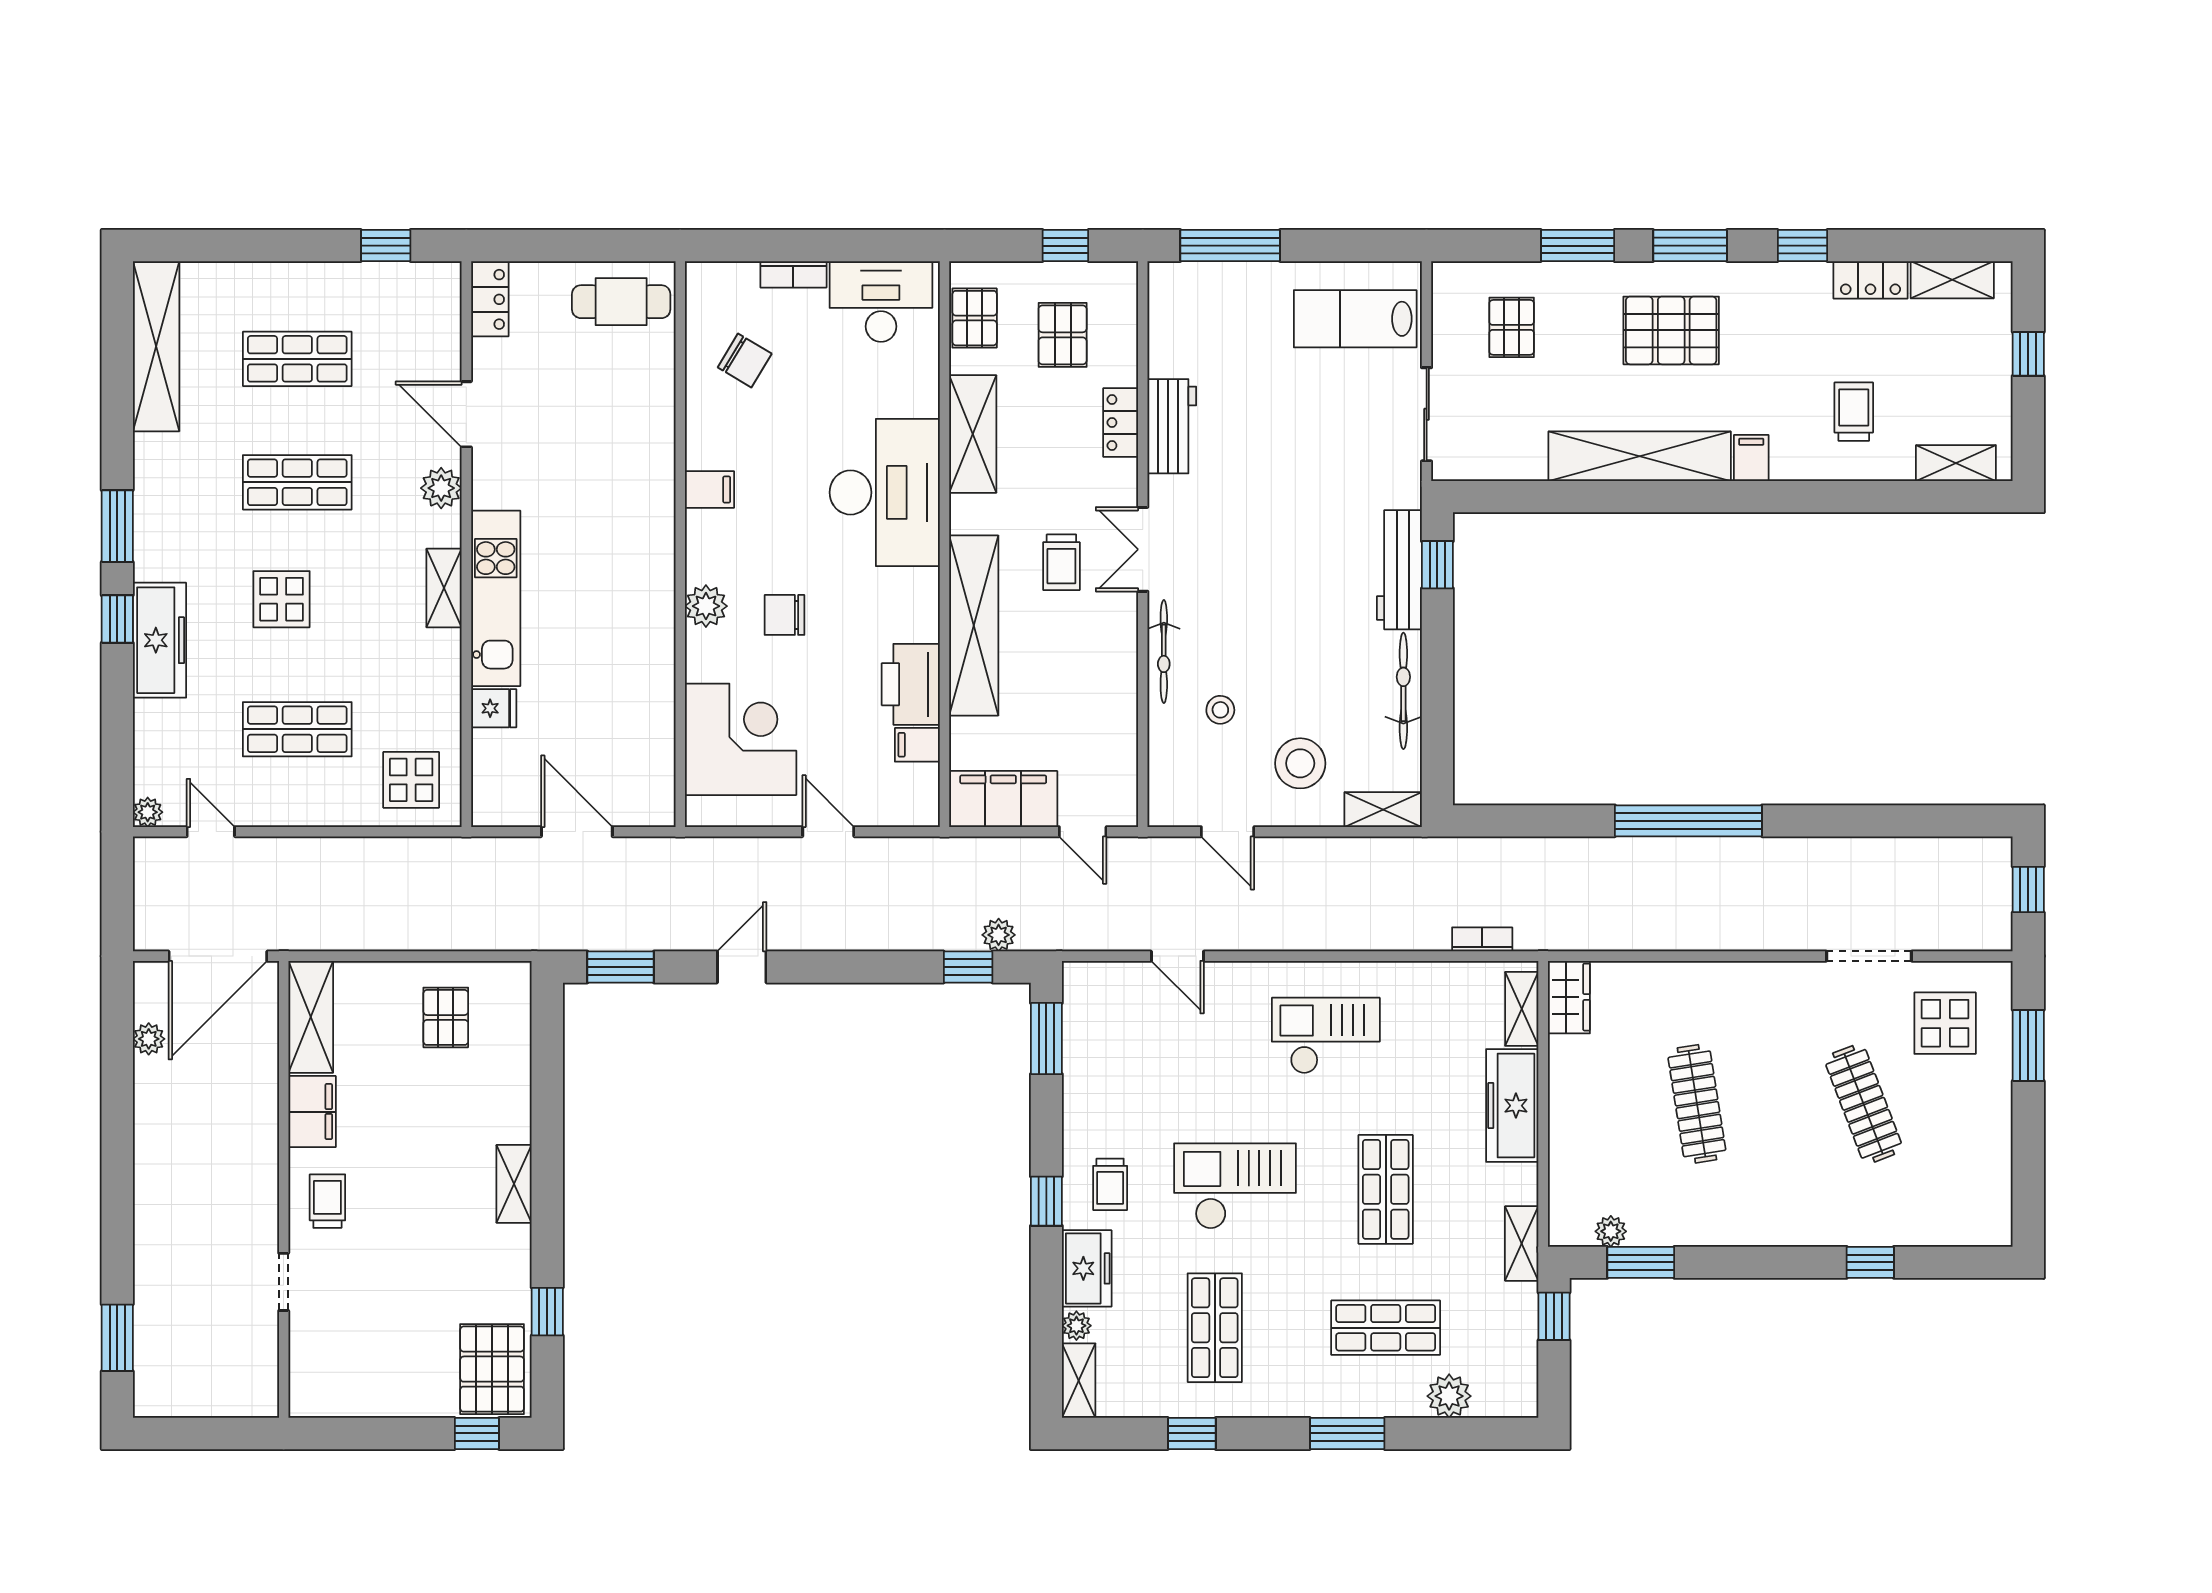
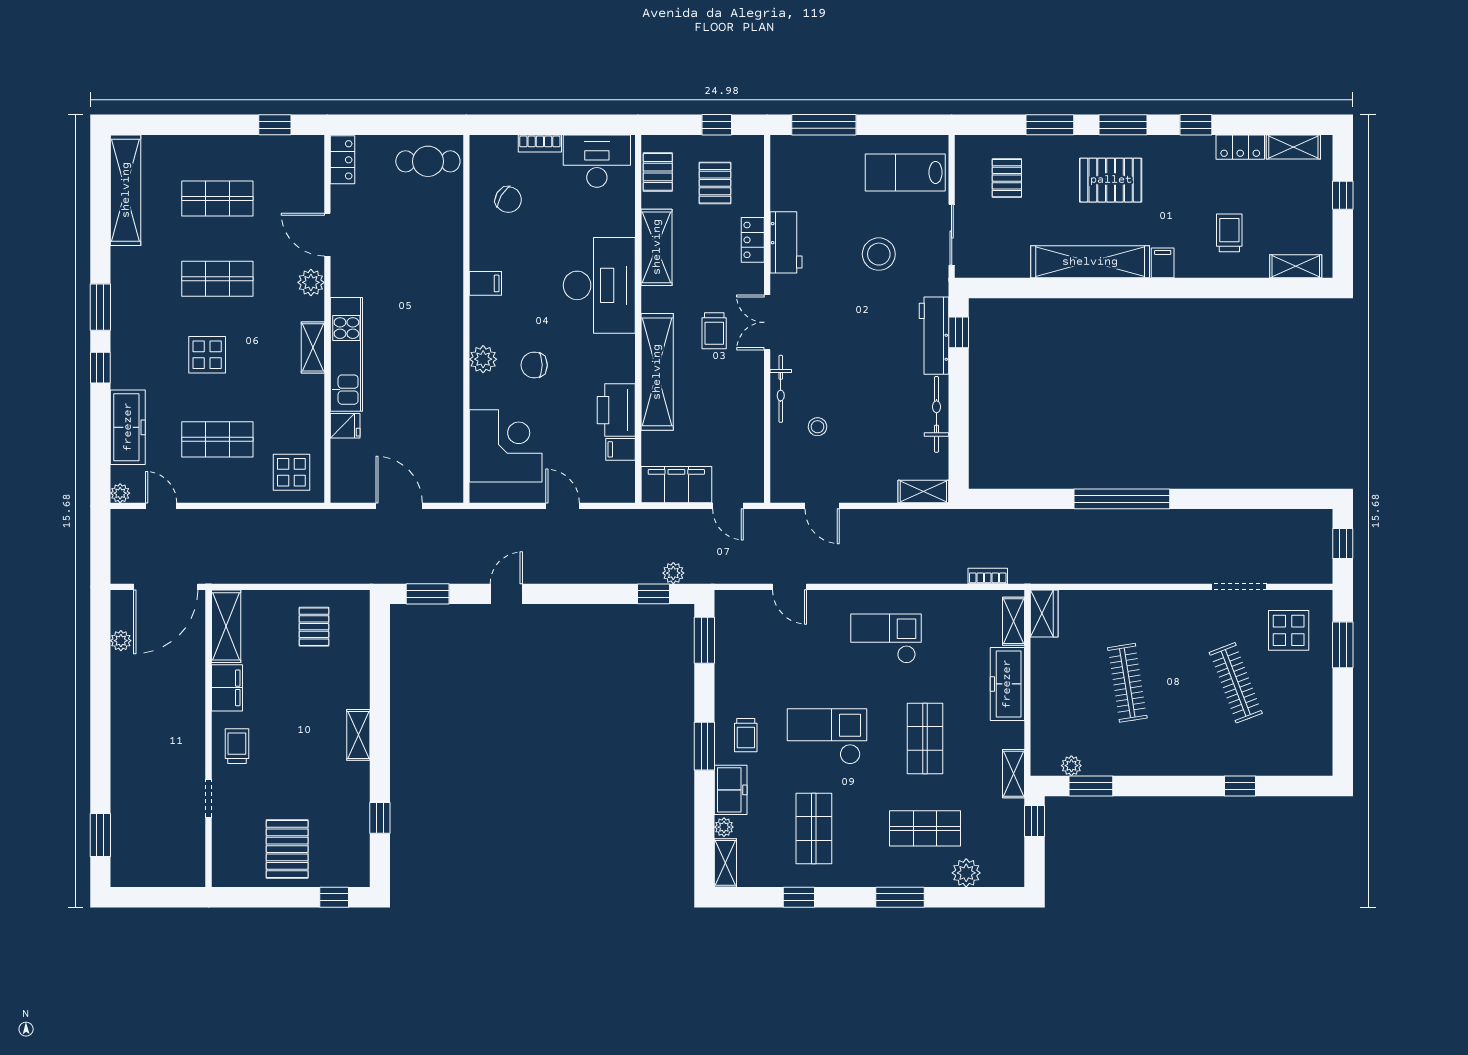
freezer: (160, 640) -> (128, 427), moved
stool: (1300, 763) -> (879, 254), moved
window: (1046, 1201) -> (704, 746), width x1.50
pallet: (492, 1369) -> (287, 849), moved

